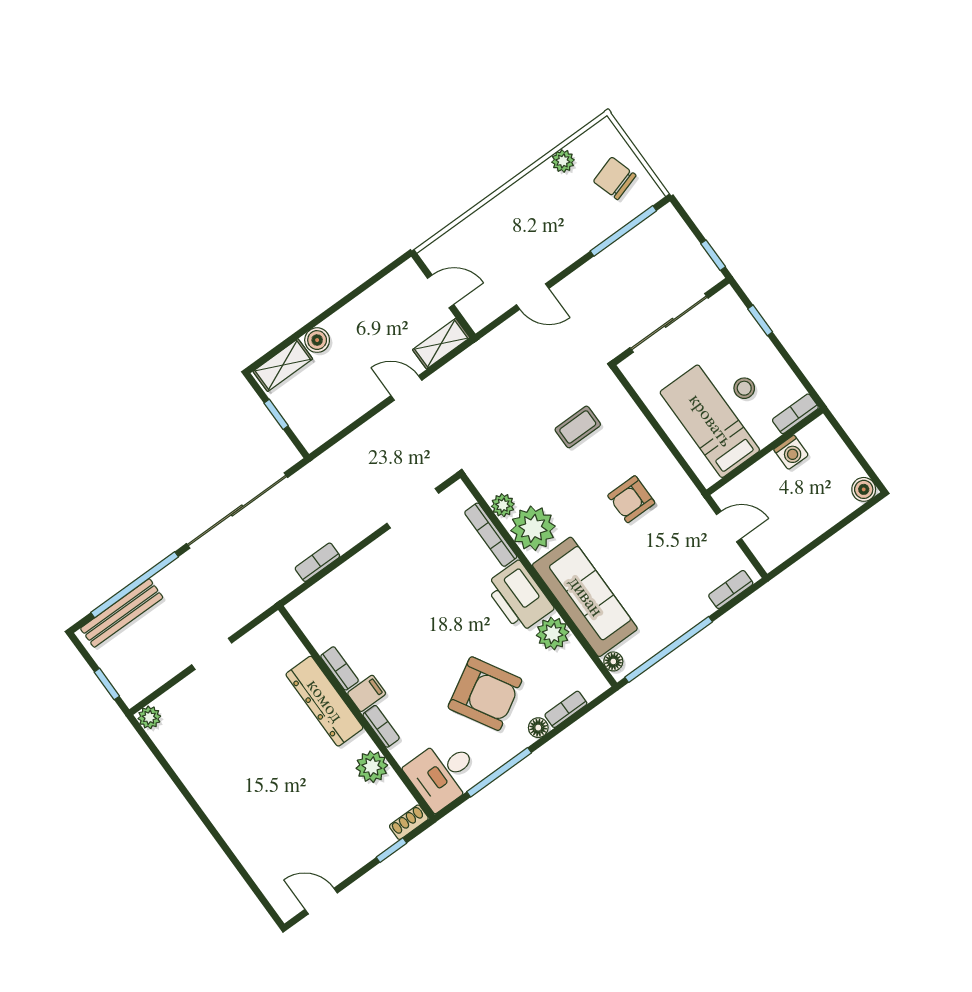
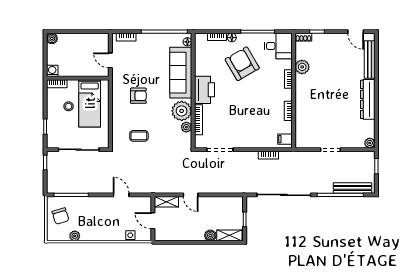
side table: (463, 235) -> (130, 235), added
washing machine: (791, 452) -> (52, 71), moved
plant: (553, 634) -> (202, 68), removed
filing cabinet: (367, 693) -> (285, 139), moved
dresser: (324, 701) -> (368, 99), moved, turned 180
bench: (259, 869) -> (370, 60), added

